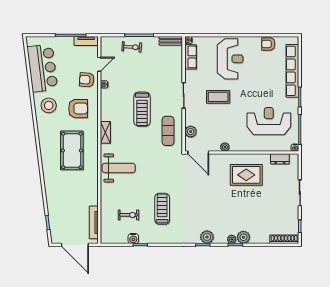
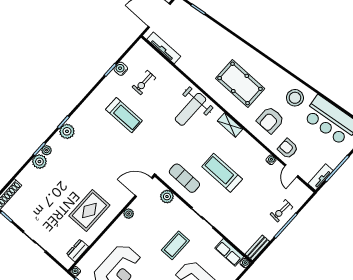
armchair: (87, 80) -> (288, 149), turned -94

